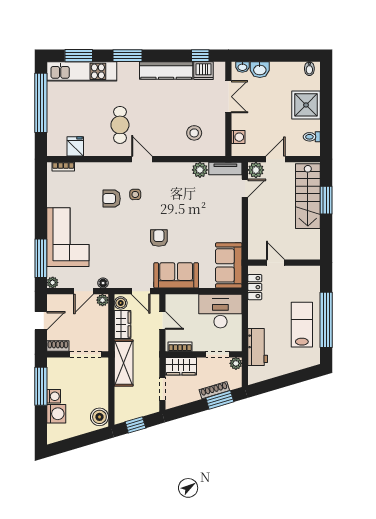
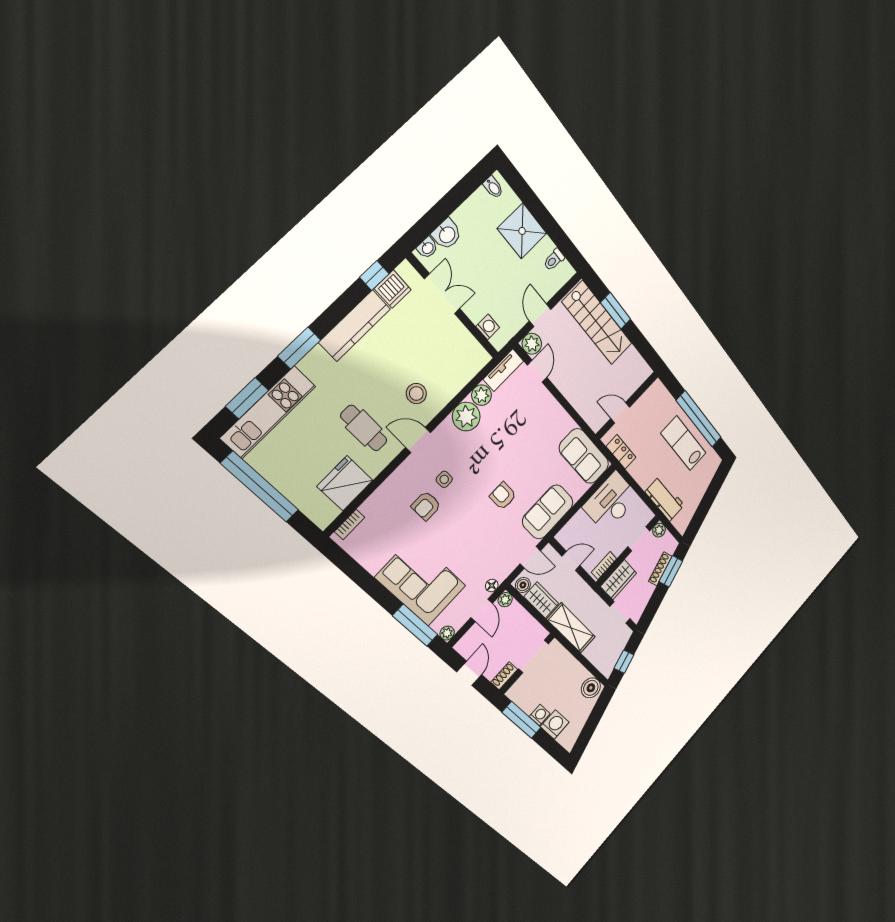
stool: (194, 133) -> (416, 394), moved
fridge: (75, 146) -> (345, 483), width x1.88, depth x1.34
plant: (180, 173) -> (466, 417), added

